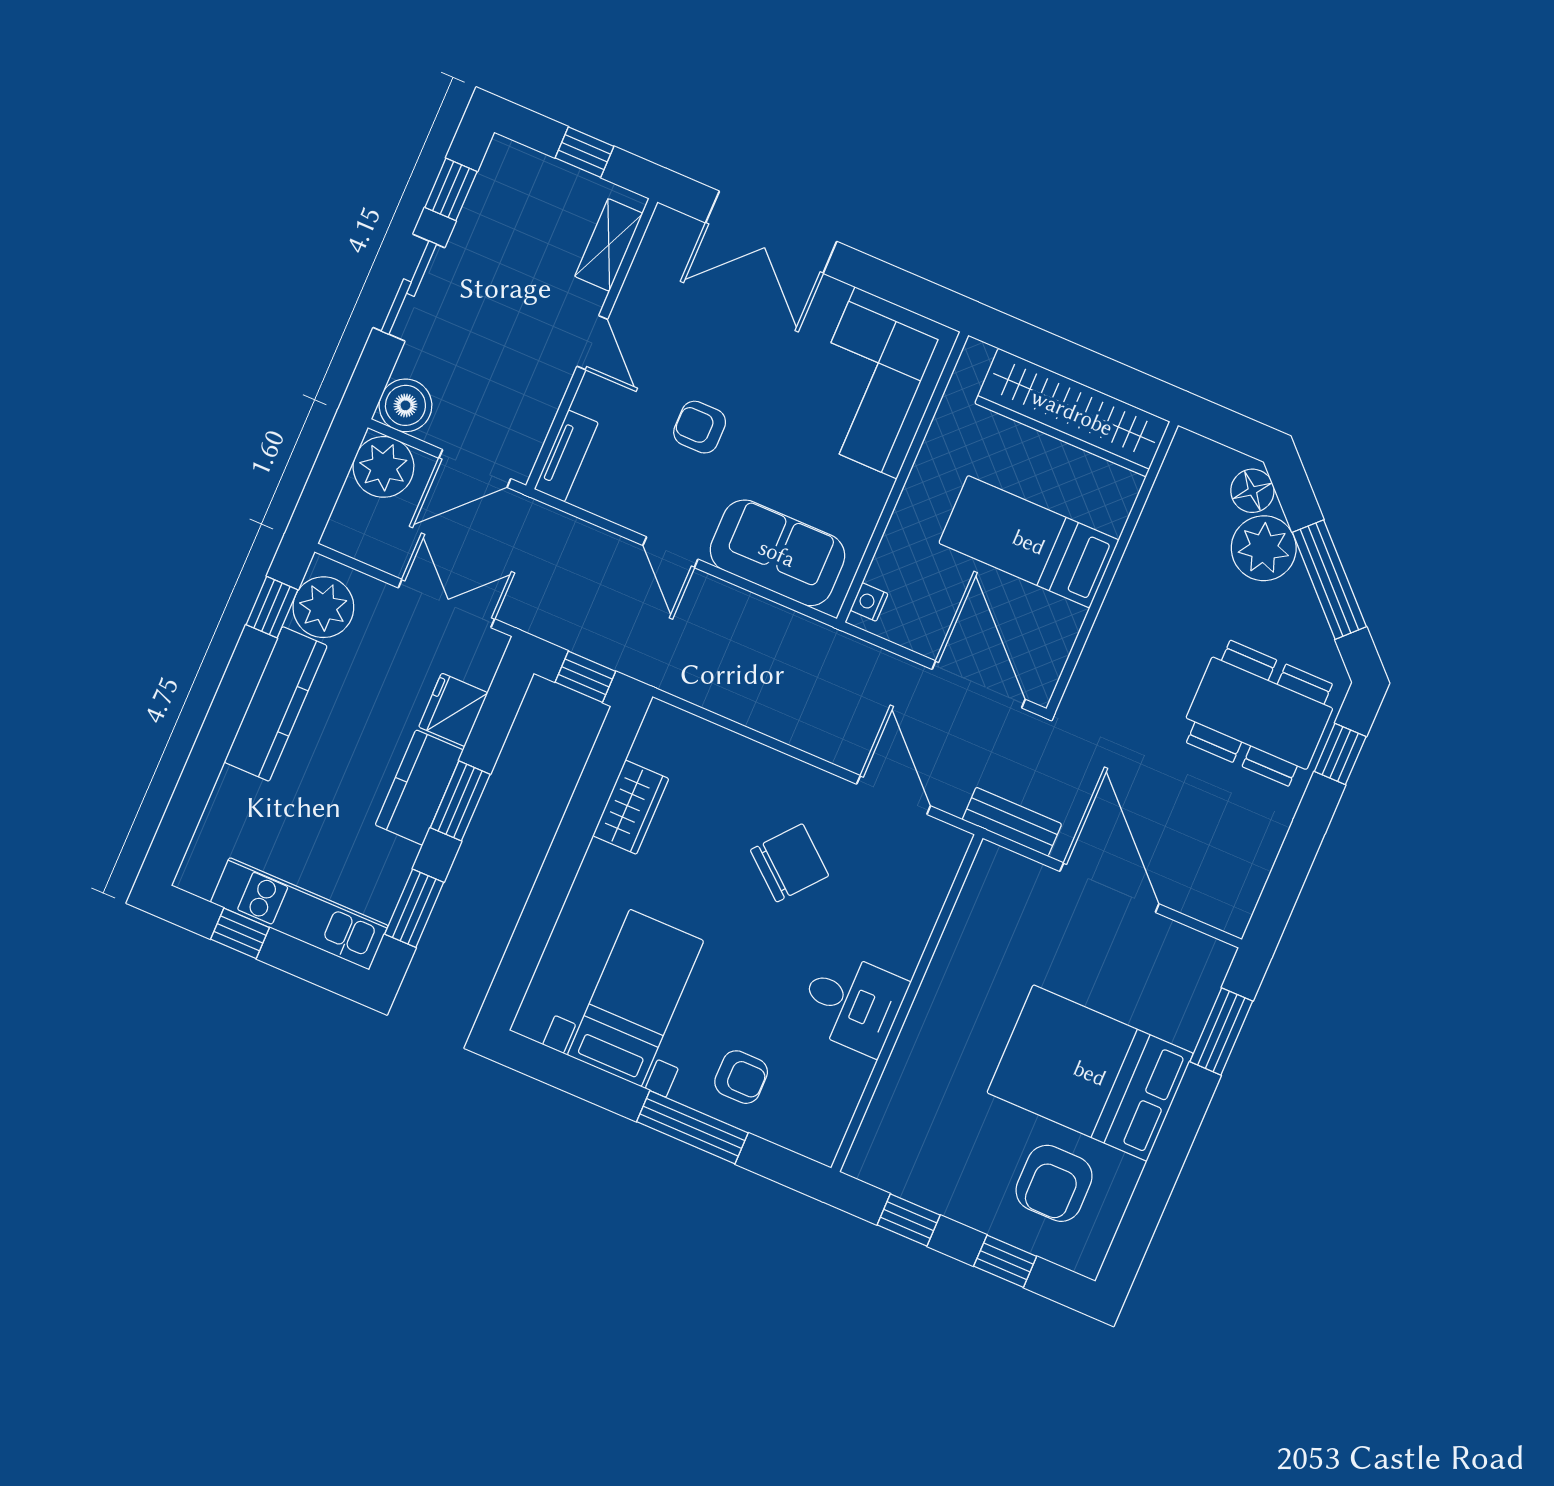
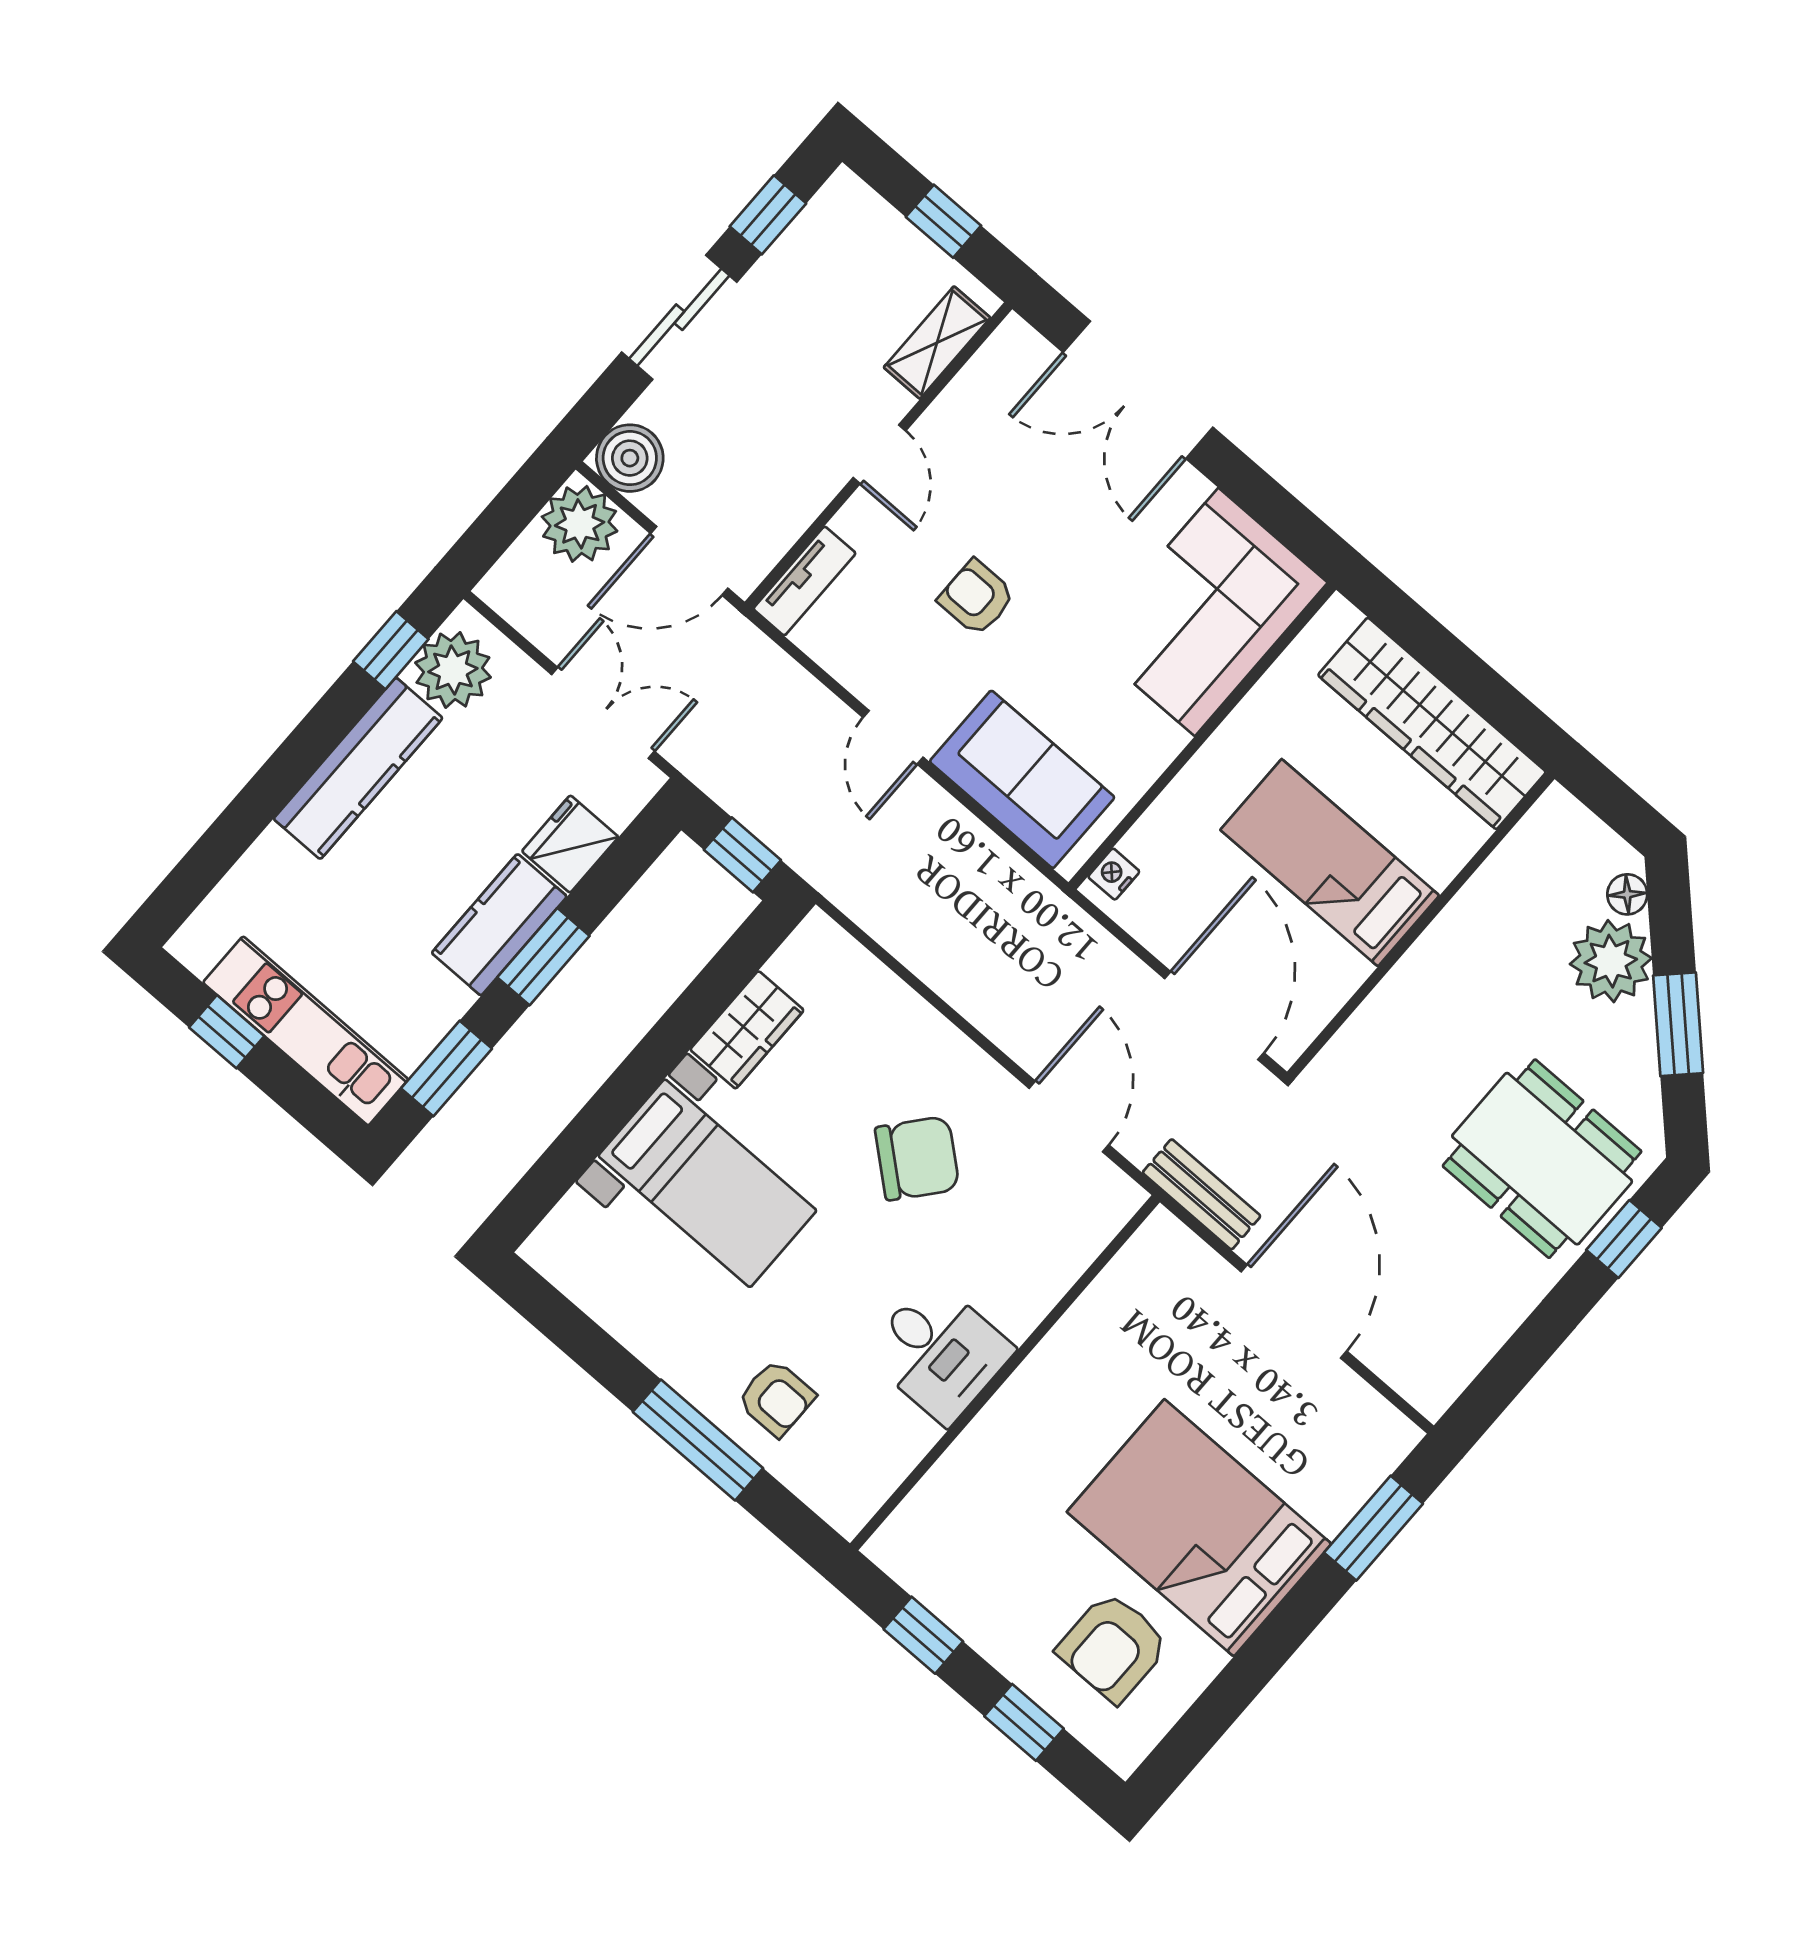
floor lamp: (1252, 491) -> (1627, 894), width x0.73, depth x0.73
window: (1329, 580) -> (1678, 1024), width x0.69
bed with nightstands: (636, 998) -> (707, 1183), moved, turned 90

